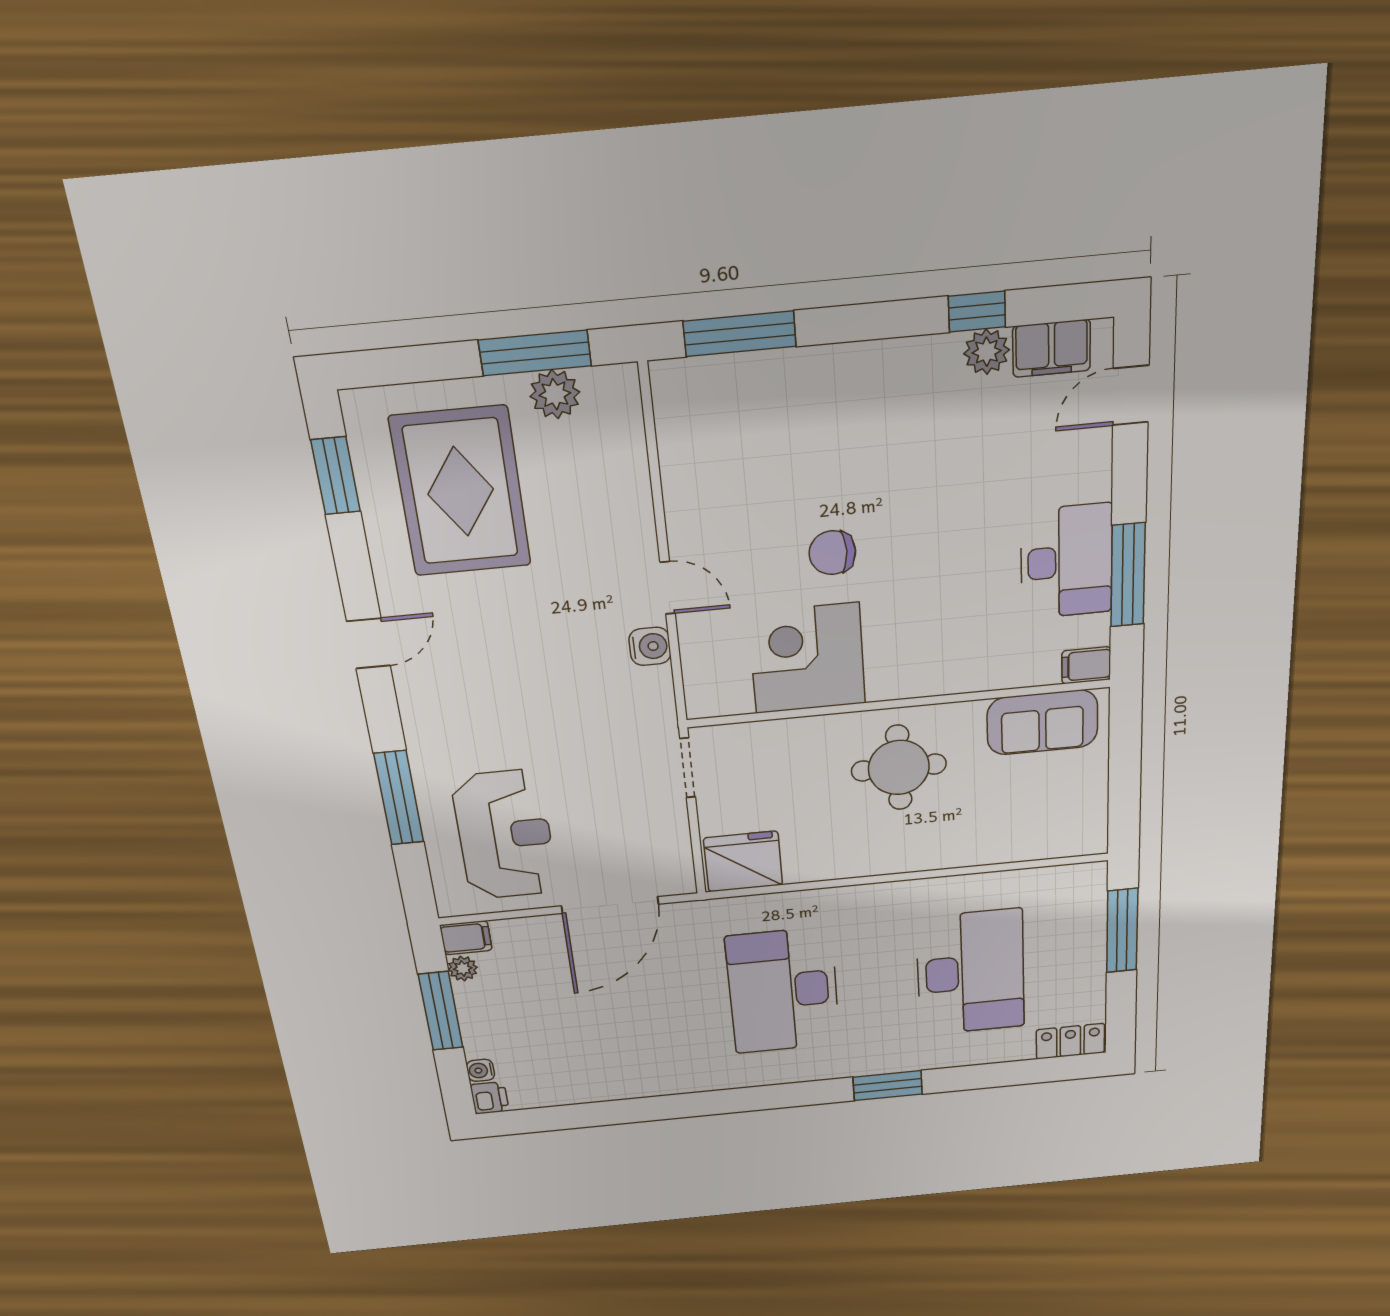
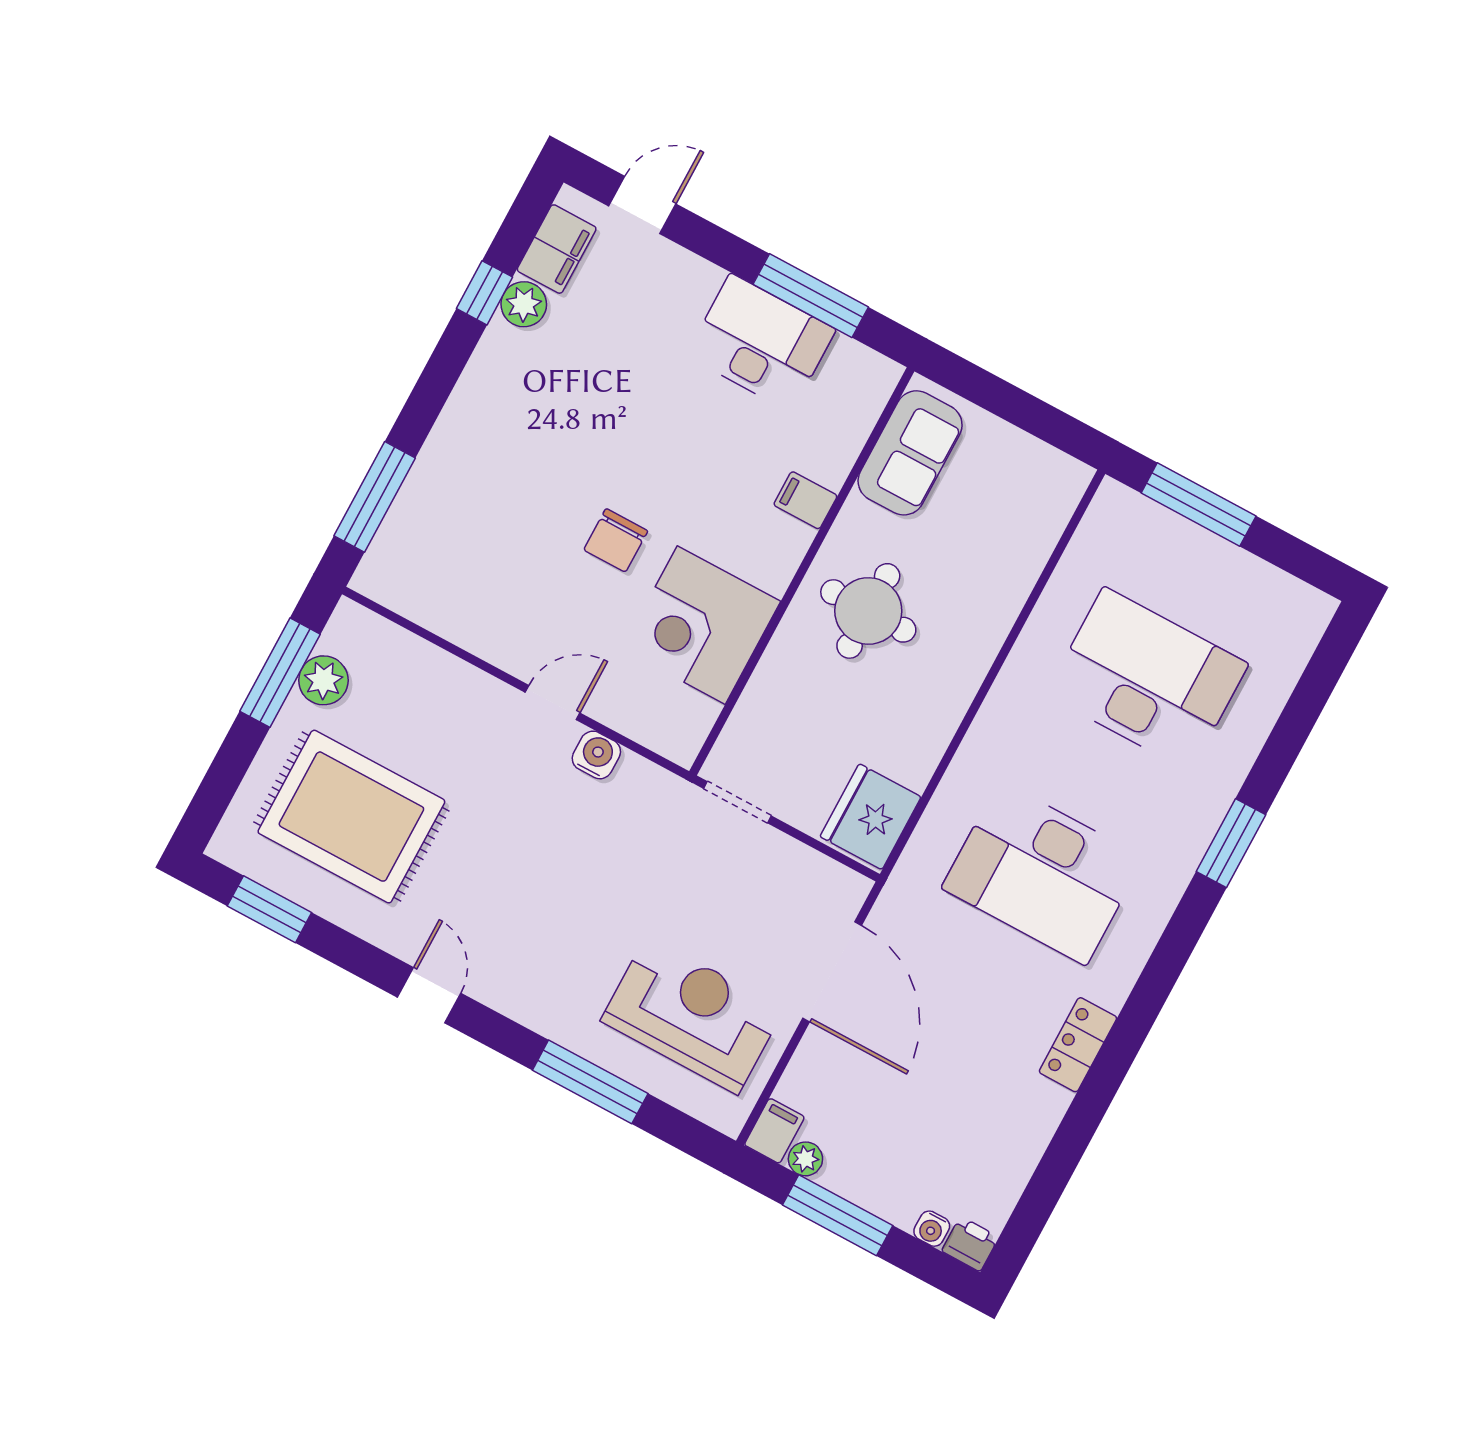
door: (1131, 395) -> (642, 205), swing flipped
filing cabinet: (1086, 665) -> (805, 500), moved, turned 90
locker: (1070, 1041) -> (1078, 1045), moved

